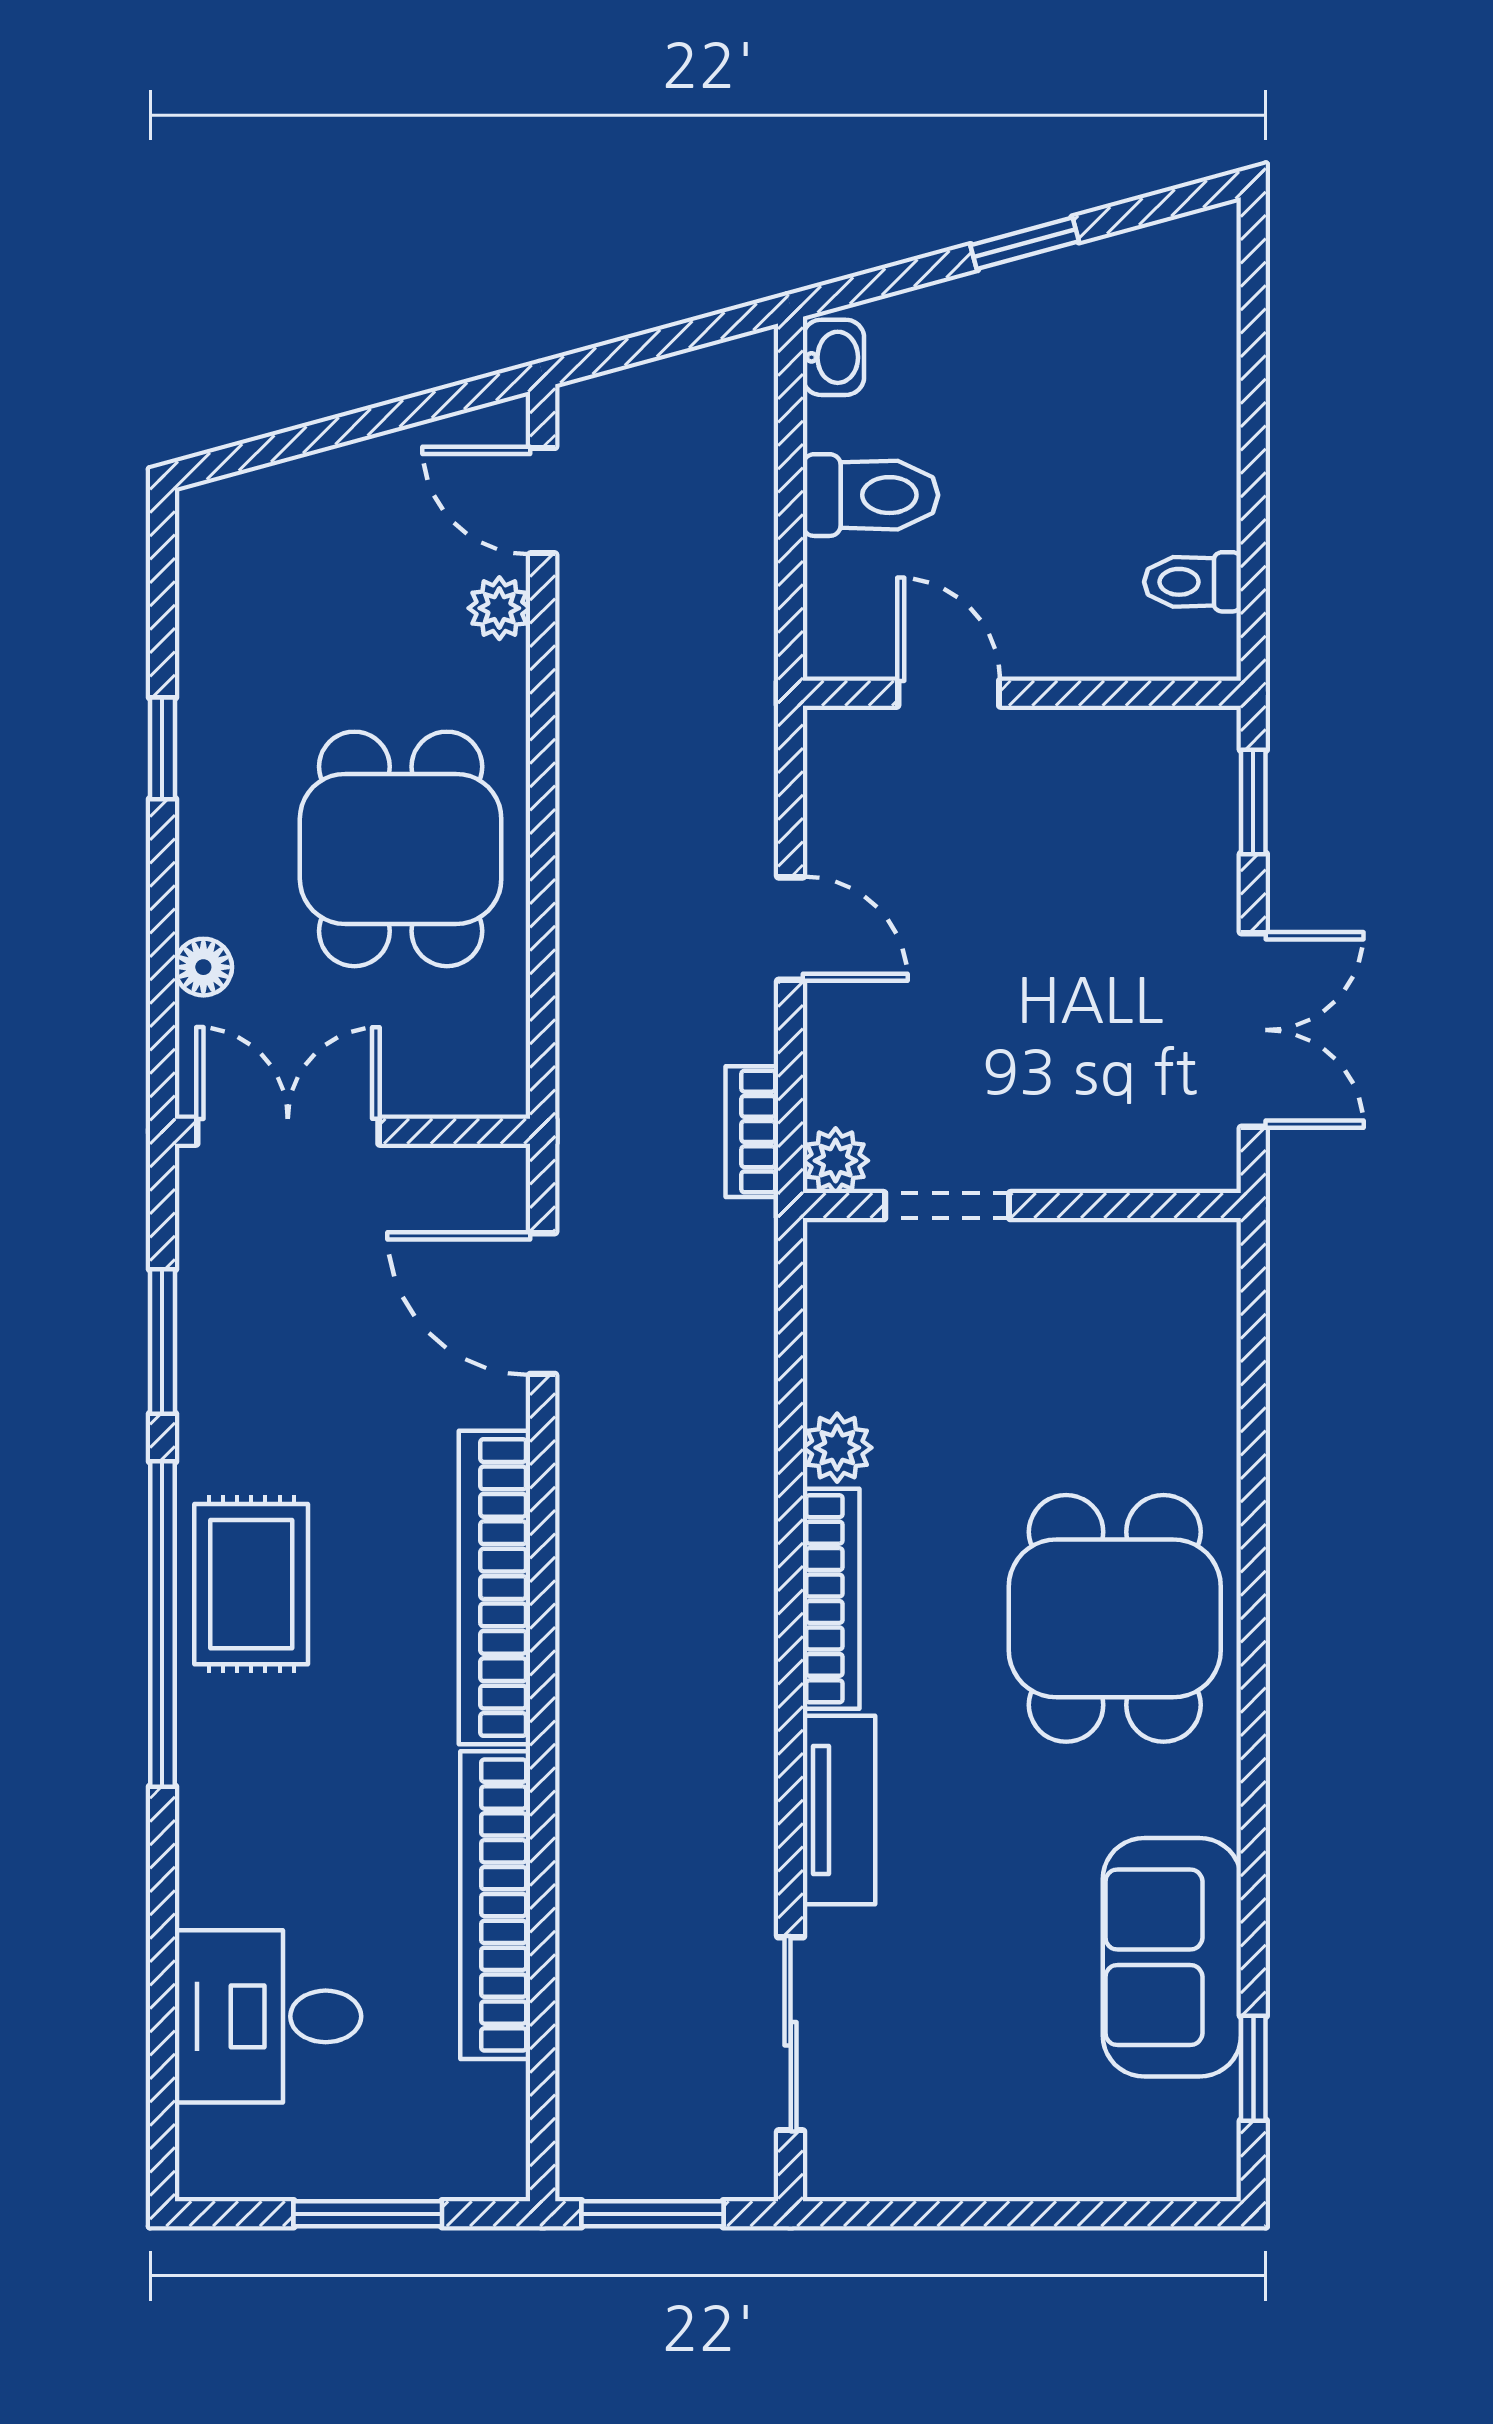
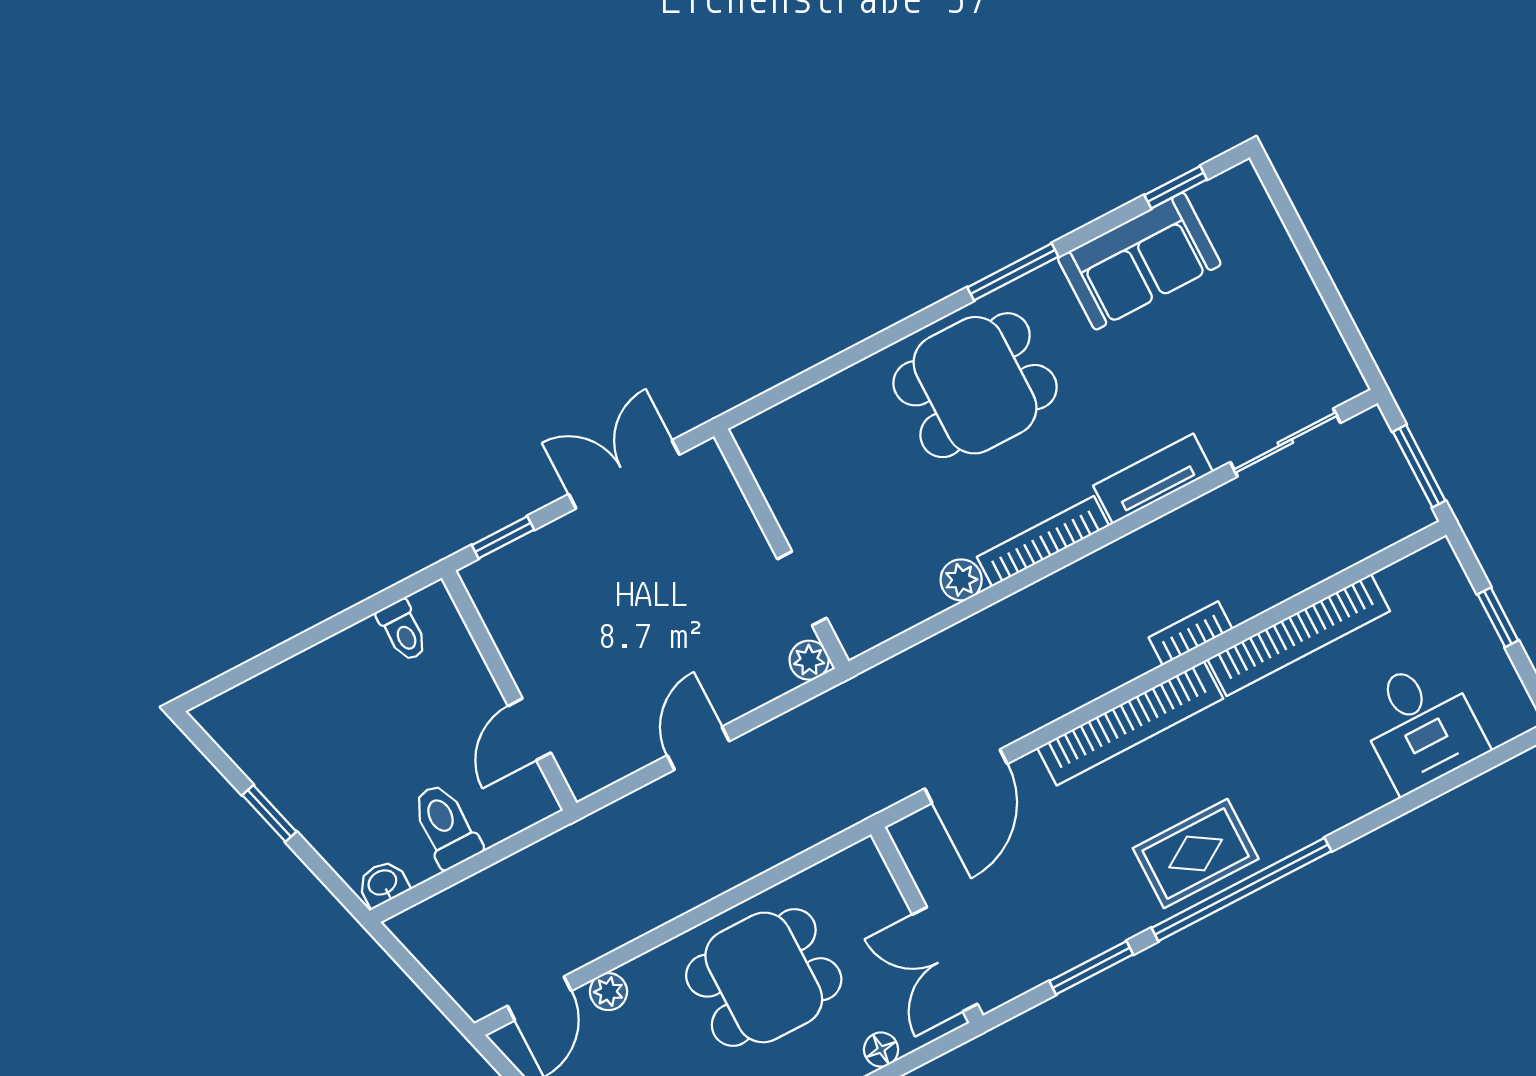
bookcase: (752, 1132) -> (1191, 633), moved, turned 180
window: (1253, 1762) -> (1013, 272), added
window: (368, 2214) -> (1498, 617), width x0.67

